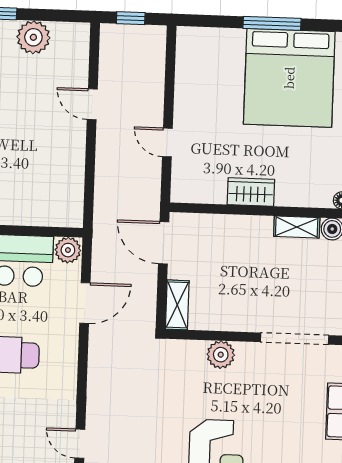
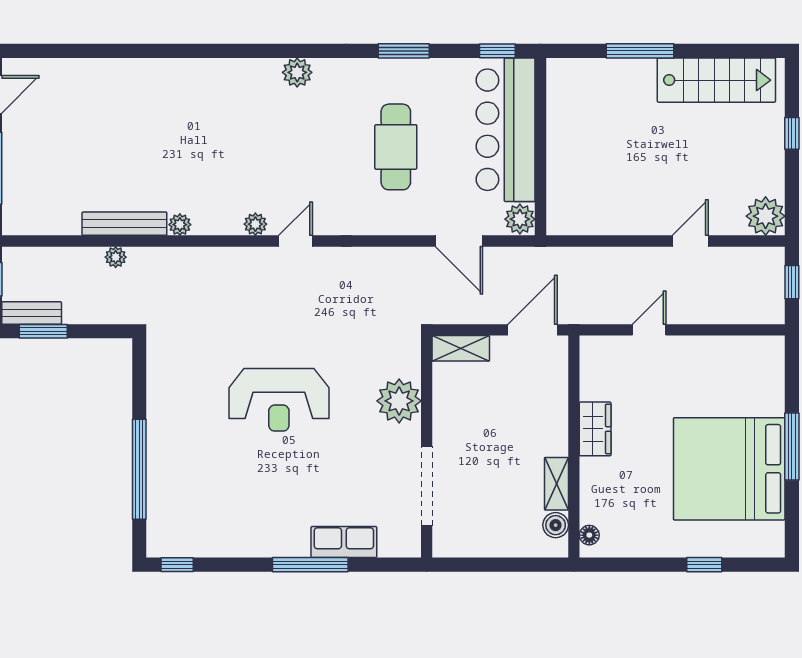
plant: (33, 37) -> (766, 216), moved
plant: (221, 355) -> (399, 401), width x1.36, depth x1.36

